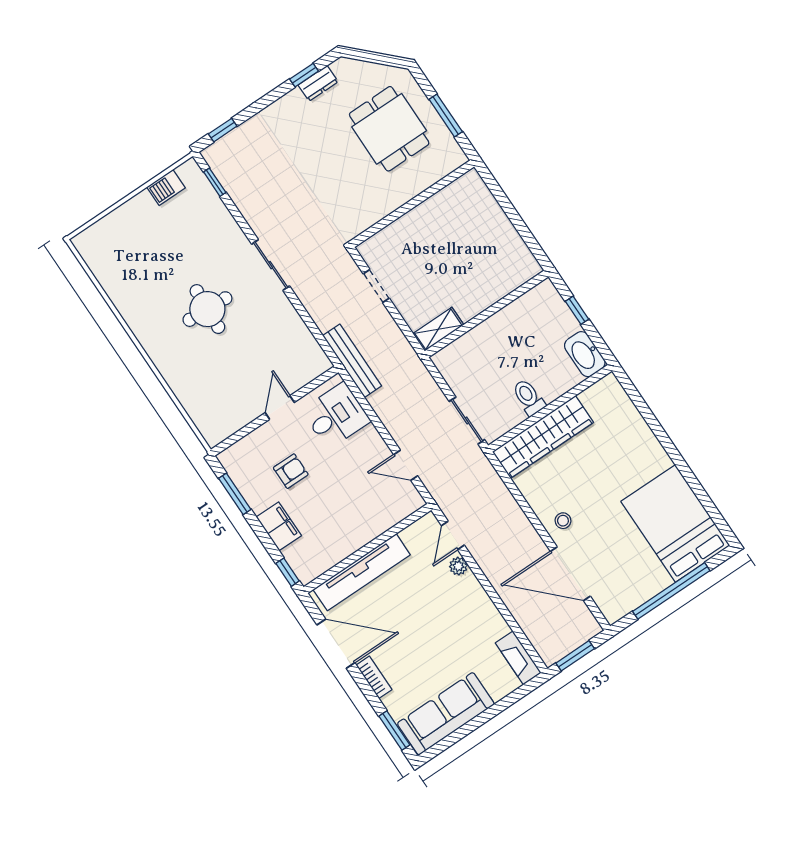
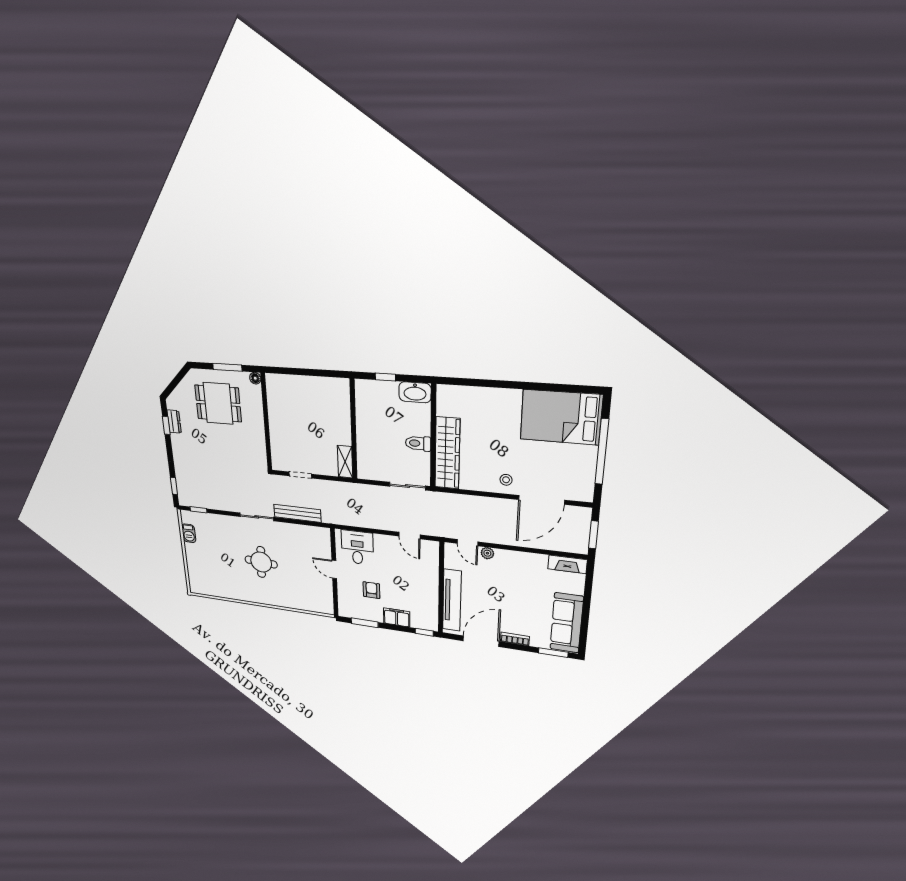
floor lamp: (458, 158) -> (255, 378), added
bench: (352, 361) -> (297, 513), moved
door: (406, 465) -> (409, 535), hinge flipped

